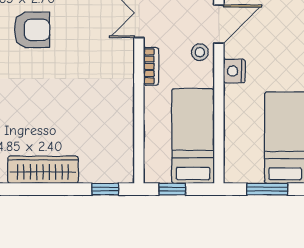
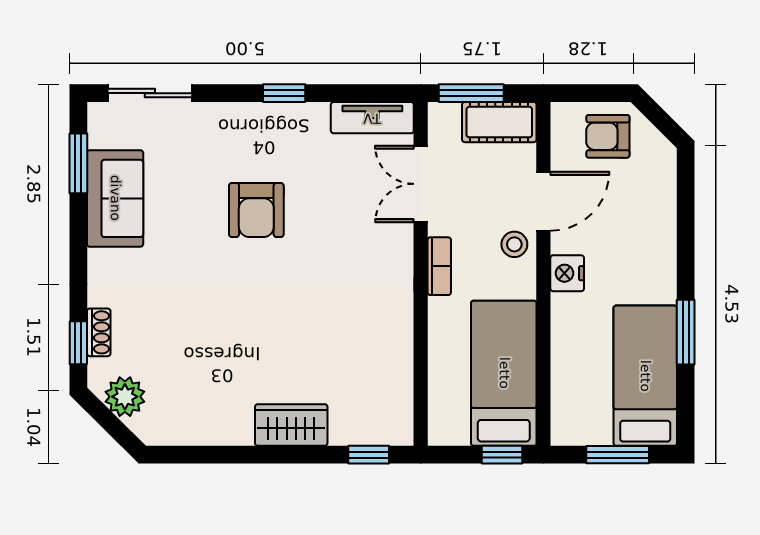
armchair: (32, 30) -> (256, 210), turned 90
wardrobe: (43, 170) -> (291, 425), width x0.67
window: (172, 189) -> (502, 455), moved

